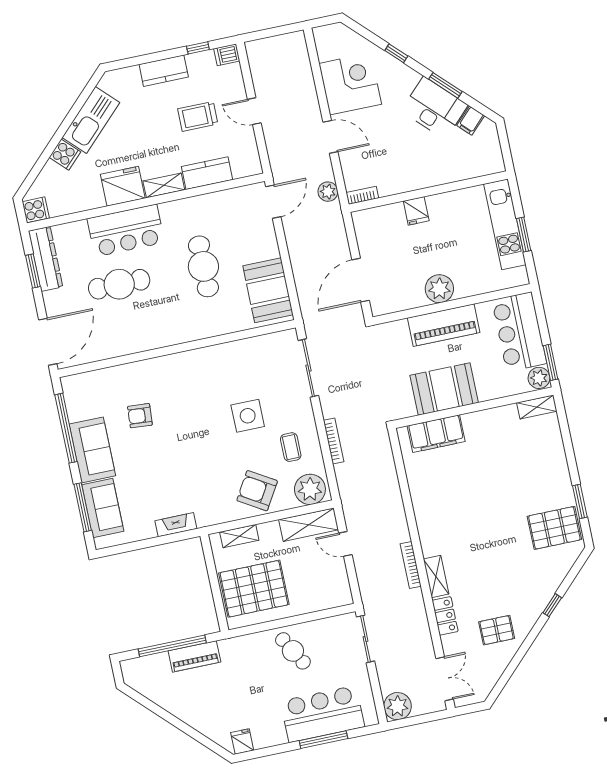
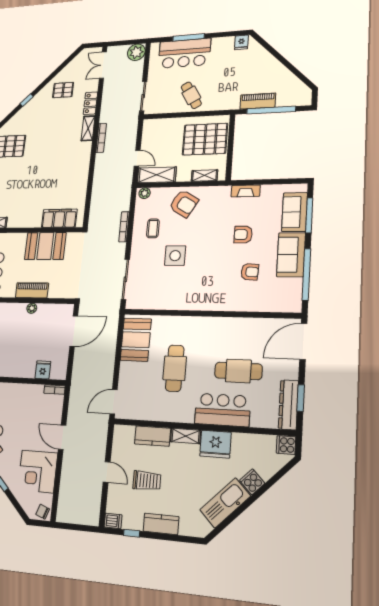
chair: (326, 36) -> (43, 512), added
plant: (328, 192) -> (76, 399), removed
fridge: (416, 211) -> (43, 370), moved
plant: (439, 289) -> (32, 308), width x0.53, depth x0.53
piano: (444, 325) -> (32, 290), width x0.73, depth x0.75
armchair: (163, 464) -> (243, 235), added
plant: (310, 489) -> (145, 193), width x0.53, depth x0.53

